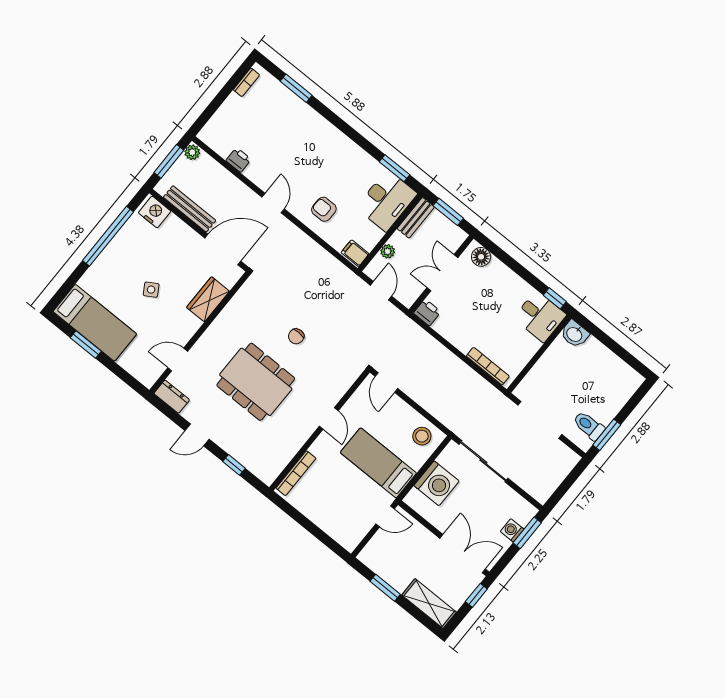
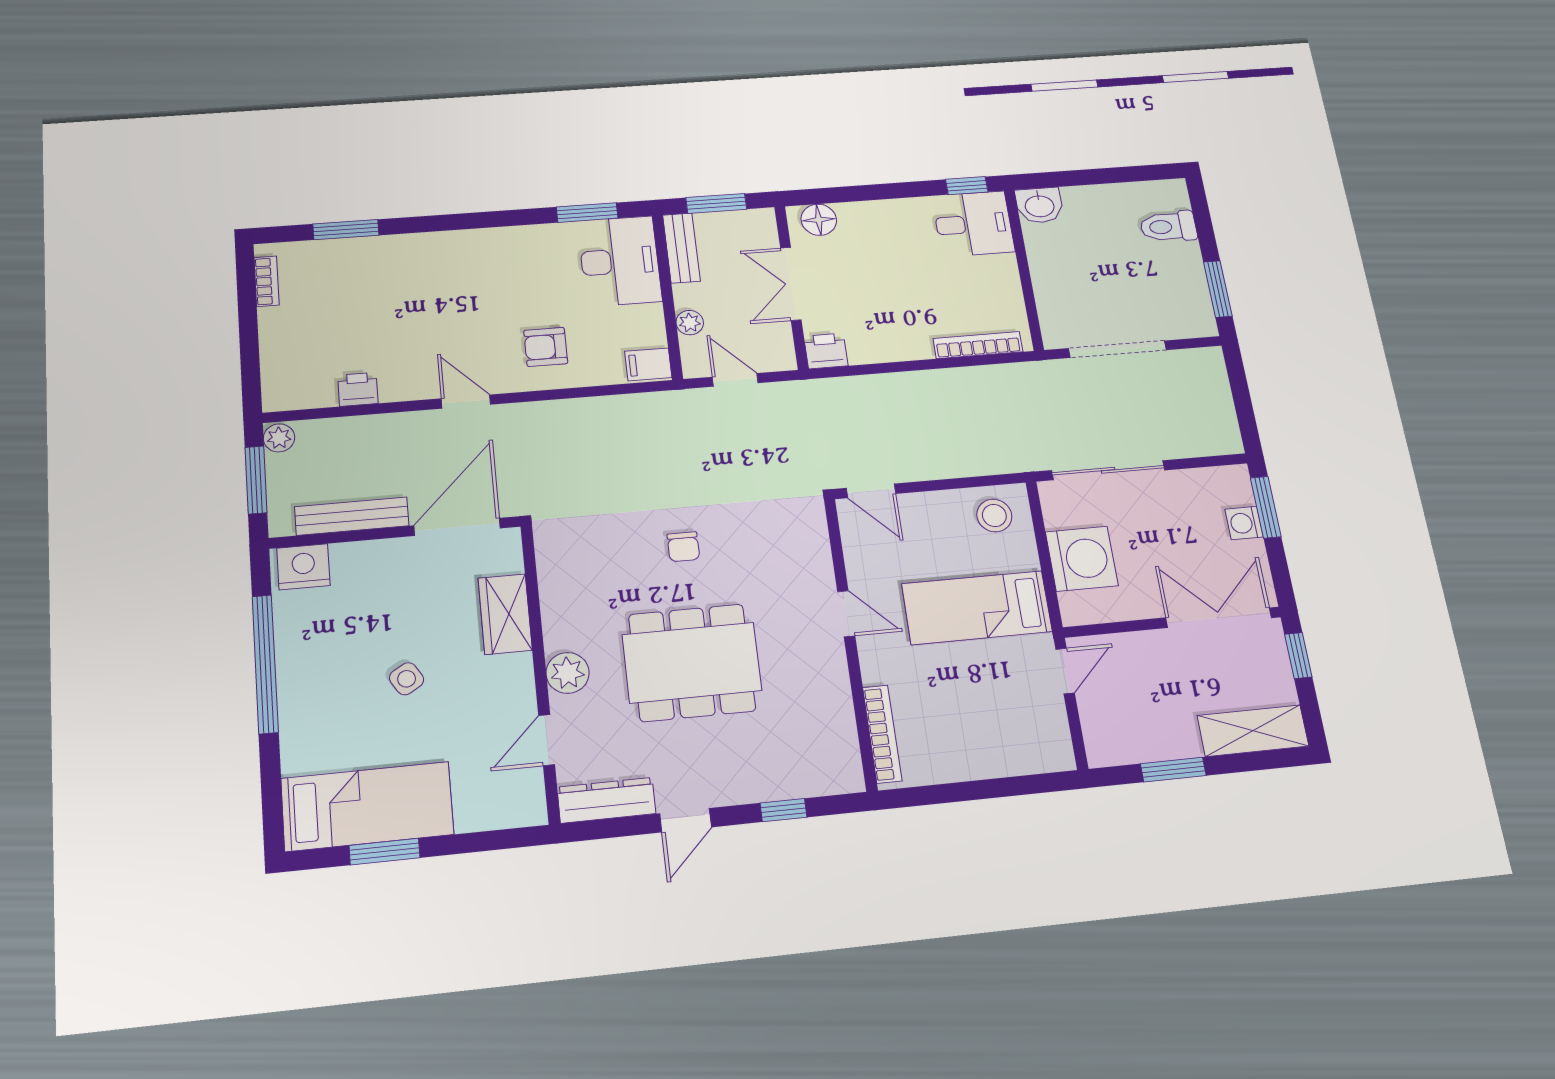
plant: (209, 343) -> (568, 673), added
dresser: (172, 397) -> (606, 800), width x1.44
toilet: (589, 426) -> (1168, 227), moved

